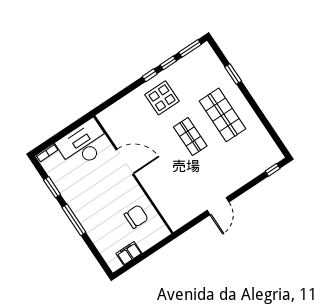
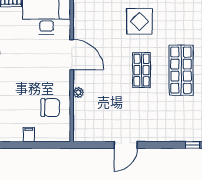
plant: (151, 189) -> (78, 92), added
filing cabinet: (129, 253) -> (29, 134), width x0.50

